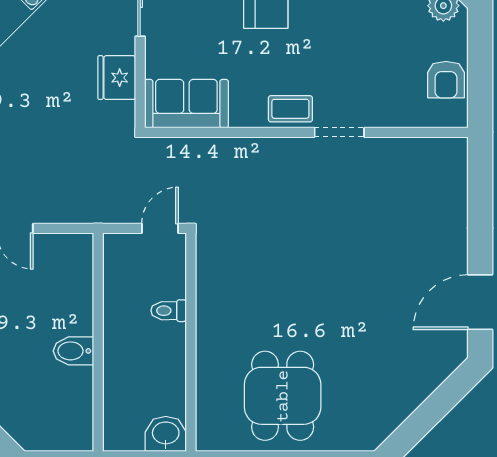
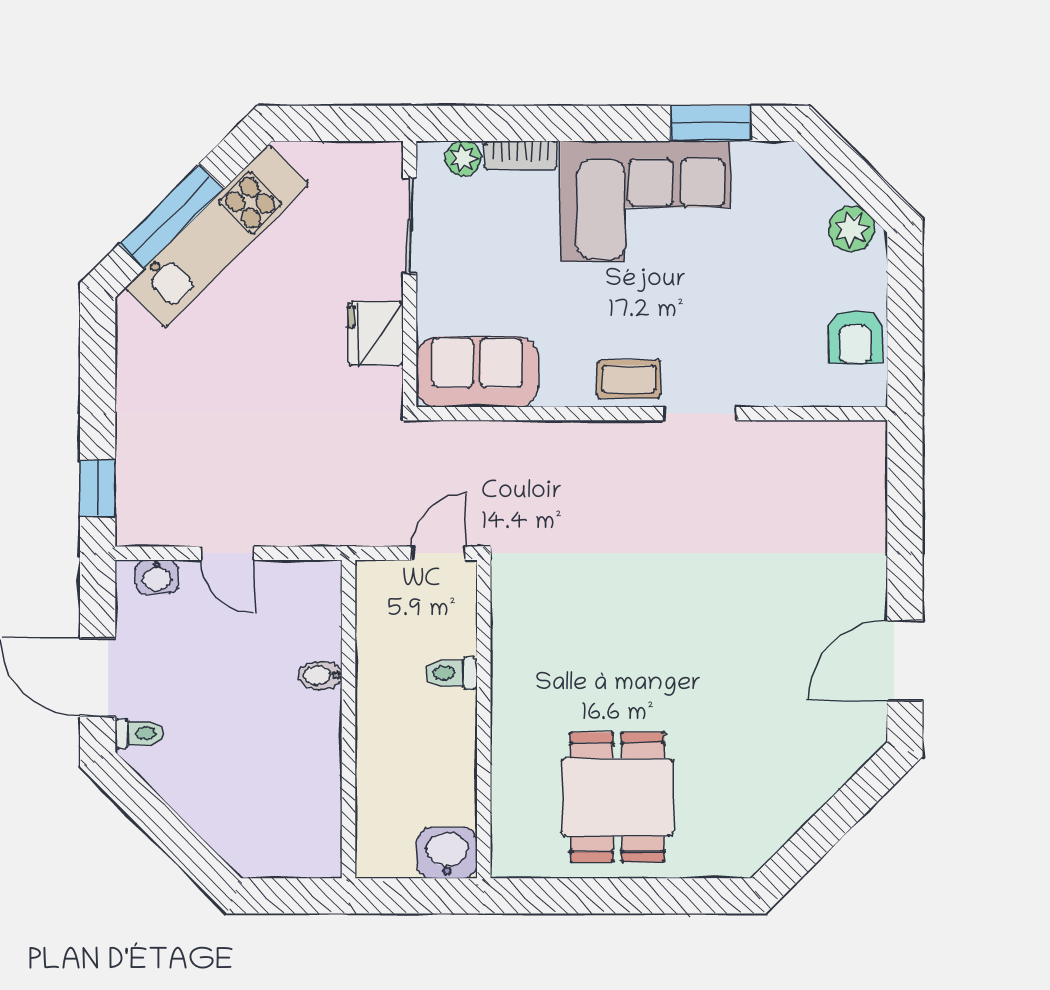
bidet: (73, 351) -> (320, 675), moved, width x0.72, depth x0.74

